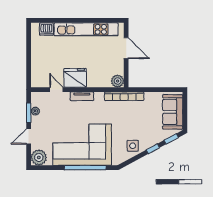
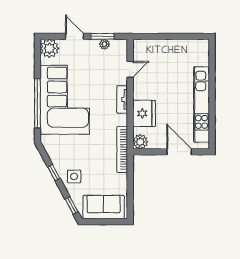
dishwasher: (46, 29) -> (202, 57), removed
door: (126, 48) -> (179, 152), swing flipped
fridge: (75, 78) -> (144, 113), moved
side table: (133, 146) -> (74, 176), moved
window: (153, 149) -> (54, 173), moved

